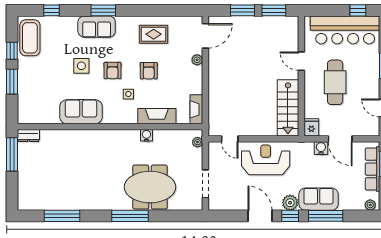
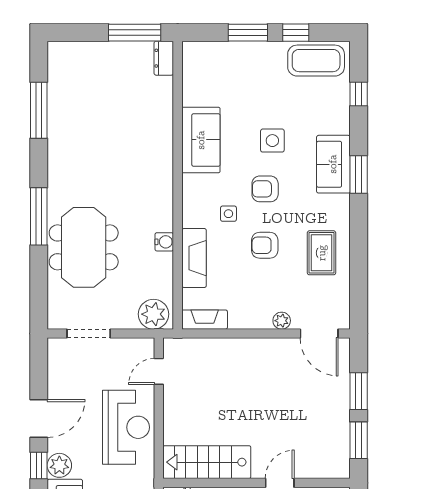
plant: (197, 142) -> (154, 314), width x1.88, depth x1.88

